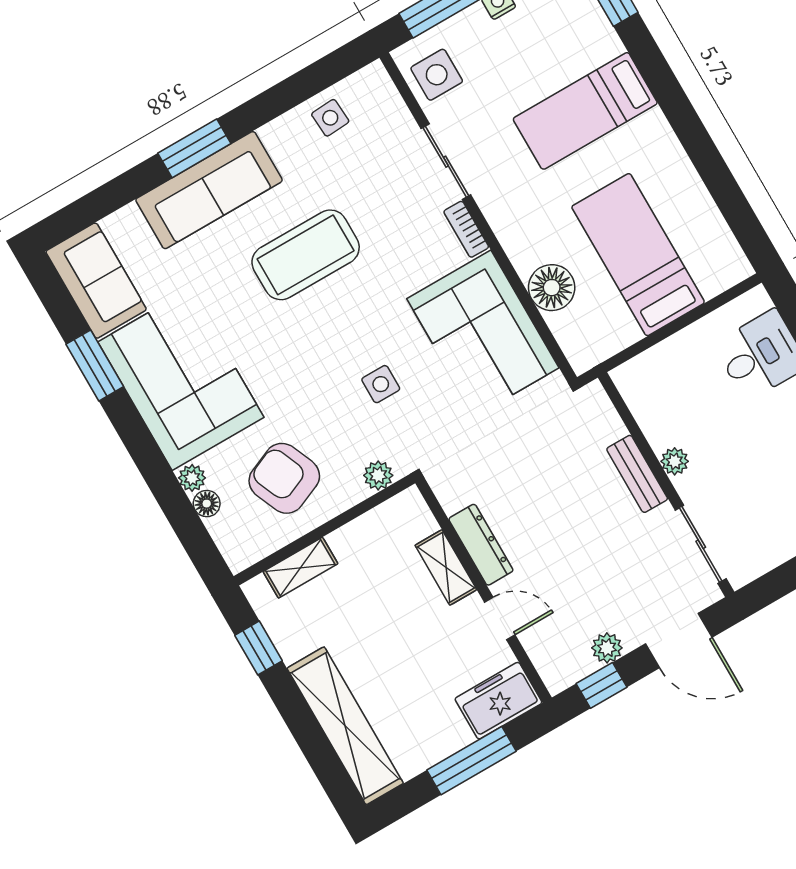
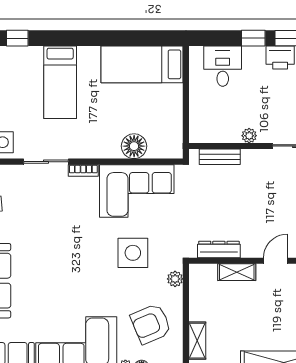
coffee table: (306, 255) -> (52, 253), removed
bed: (638, 255) -> (142, 64), moved
side table: (381, 384) -> (133, 253), width x1.87, depth x1.87
bench: (637, 474) -> (220, 157), moved
dresser: (481, 545) -> (219, 249), moved

